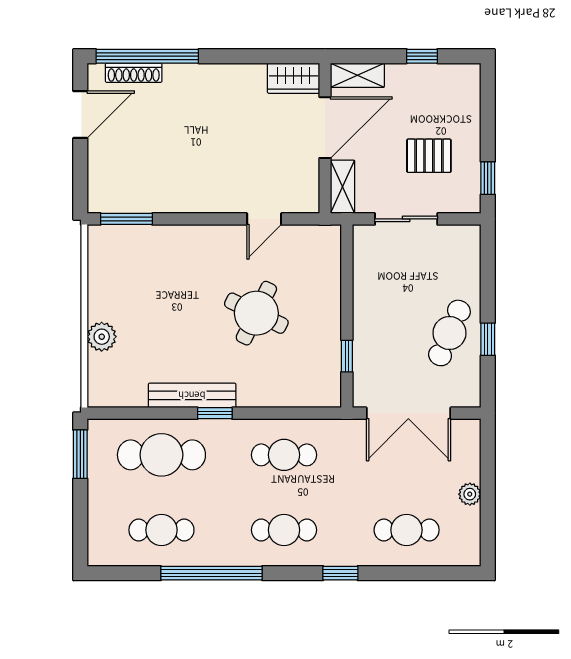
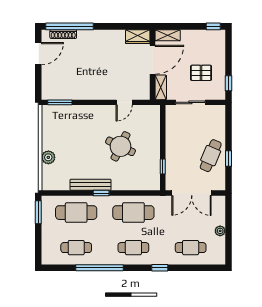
window: (422, 56) -> (213, 26), moved
cafe table: (284, 455) -> (133, 213), width x1.37, depth x1.35

